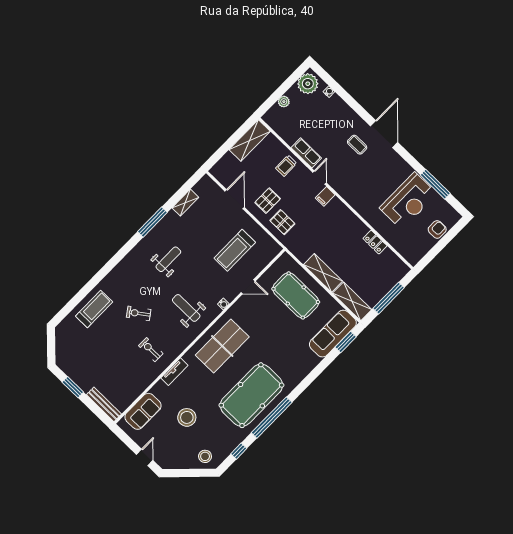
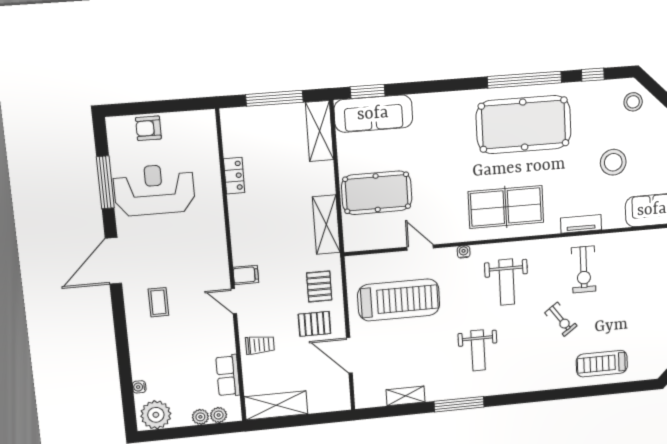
plant: (275, 110) -> (219, 415), added
door: (384, 134) -> (113, 261), moved
row of seats: (306, 153) -> (228, 376), moved
door: (319, 177) -> (234, 301), hinge flipped
door: (235, 199) -> (349, 355), hinge flipped
treadmill: (235, 250) -> (399, 300), width x1.37, depth x1.38
weight bench: (168, 259) -> (478, 350), turned -90
shelving: (323, 273) -> (326, 225), moved
pool table: (296, 295) -> (377, 193), turned 90
exercise bike: (151, 350) -> (584, 269), width x1.38, depth x1.39

